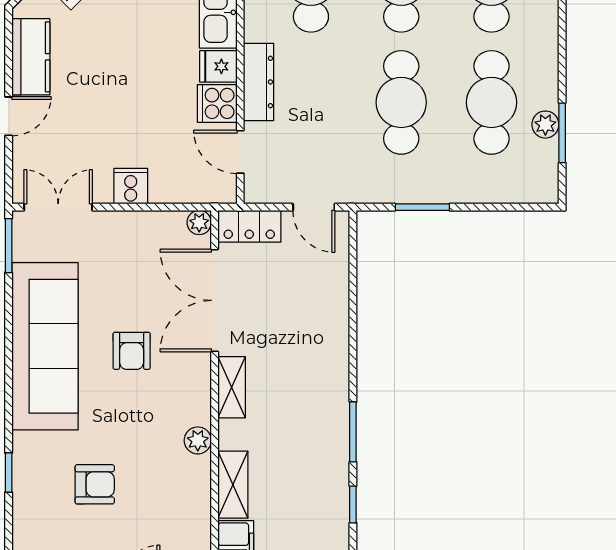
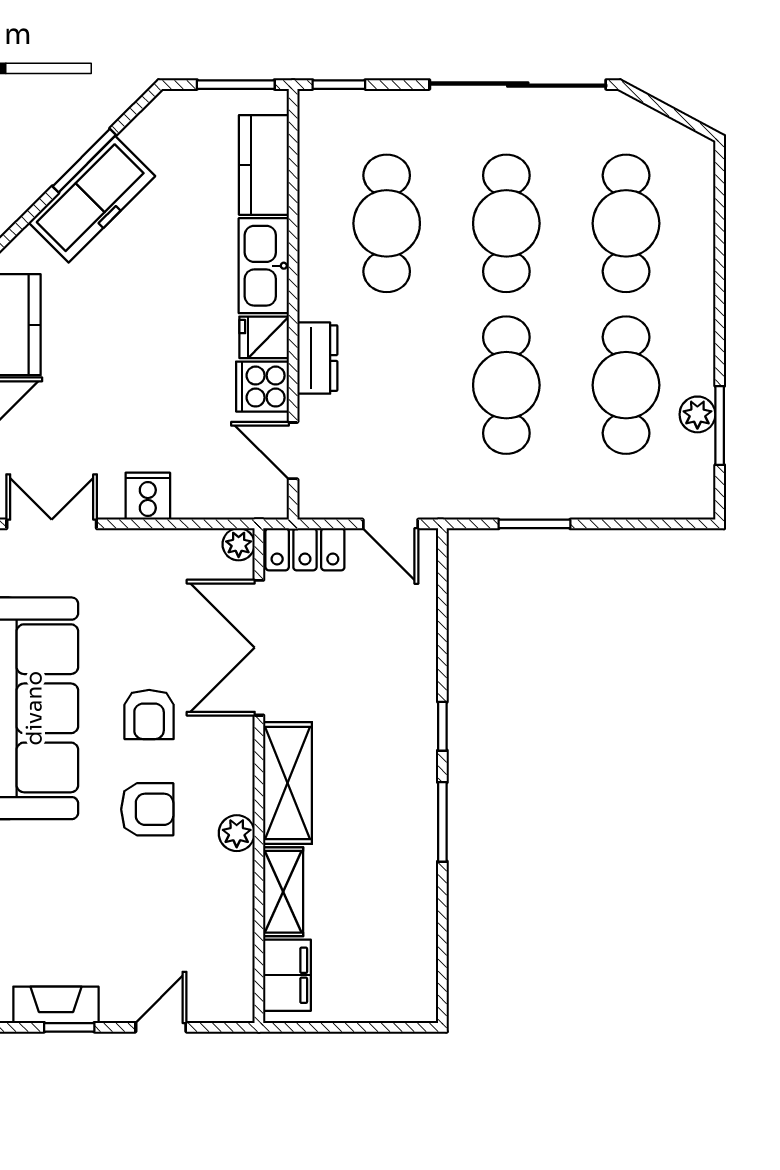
dresser: (259, 82) -> (317, 358), width x0.70
shelving: (232, 387) -> (288, 783), width x1.50, depth x1.33
armchair: (95, 484) -> (147, 809), moved
window: (353, 504) -> (442, 726), moved

